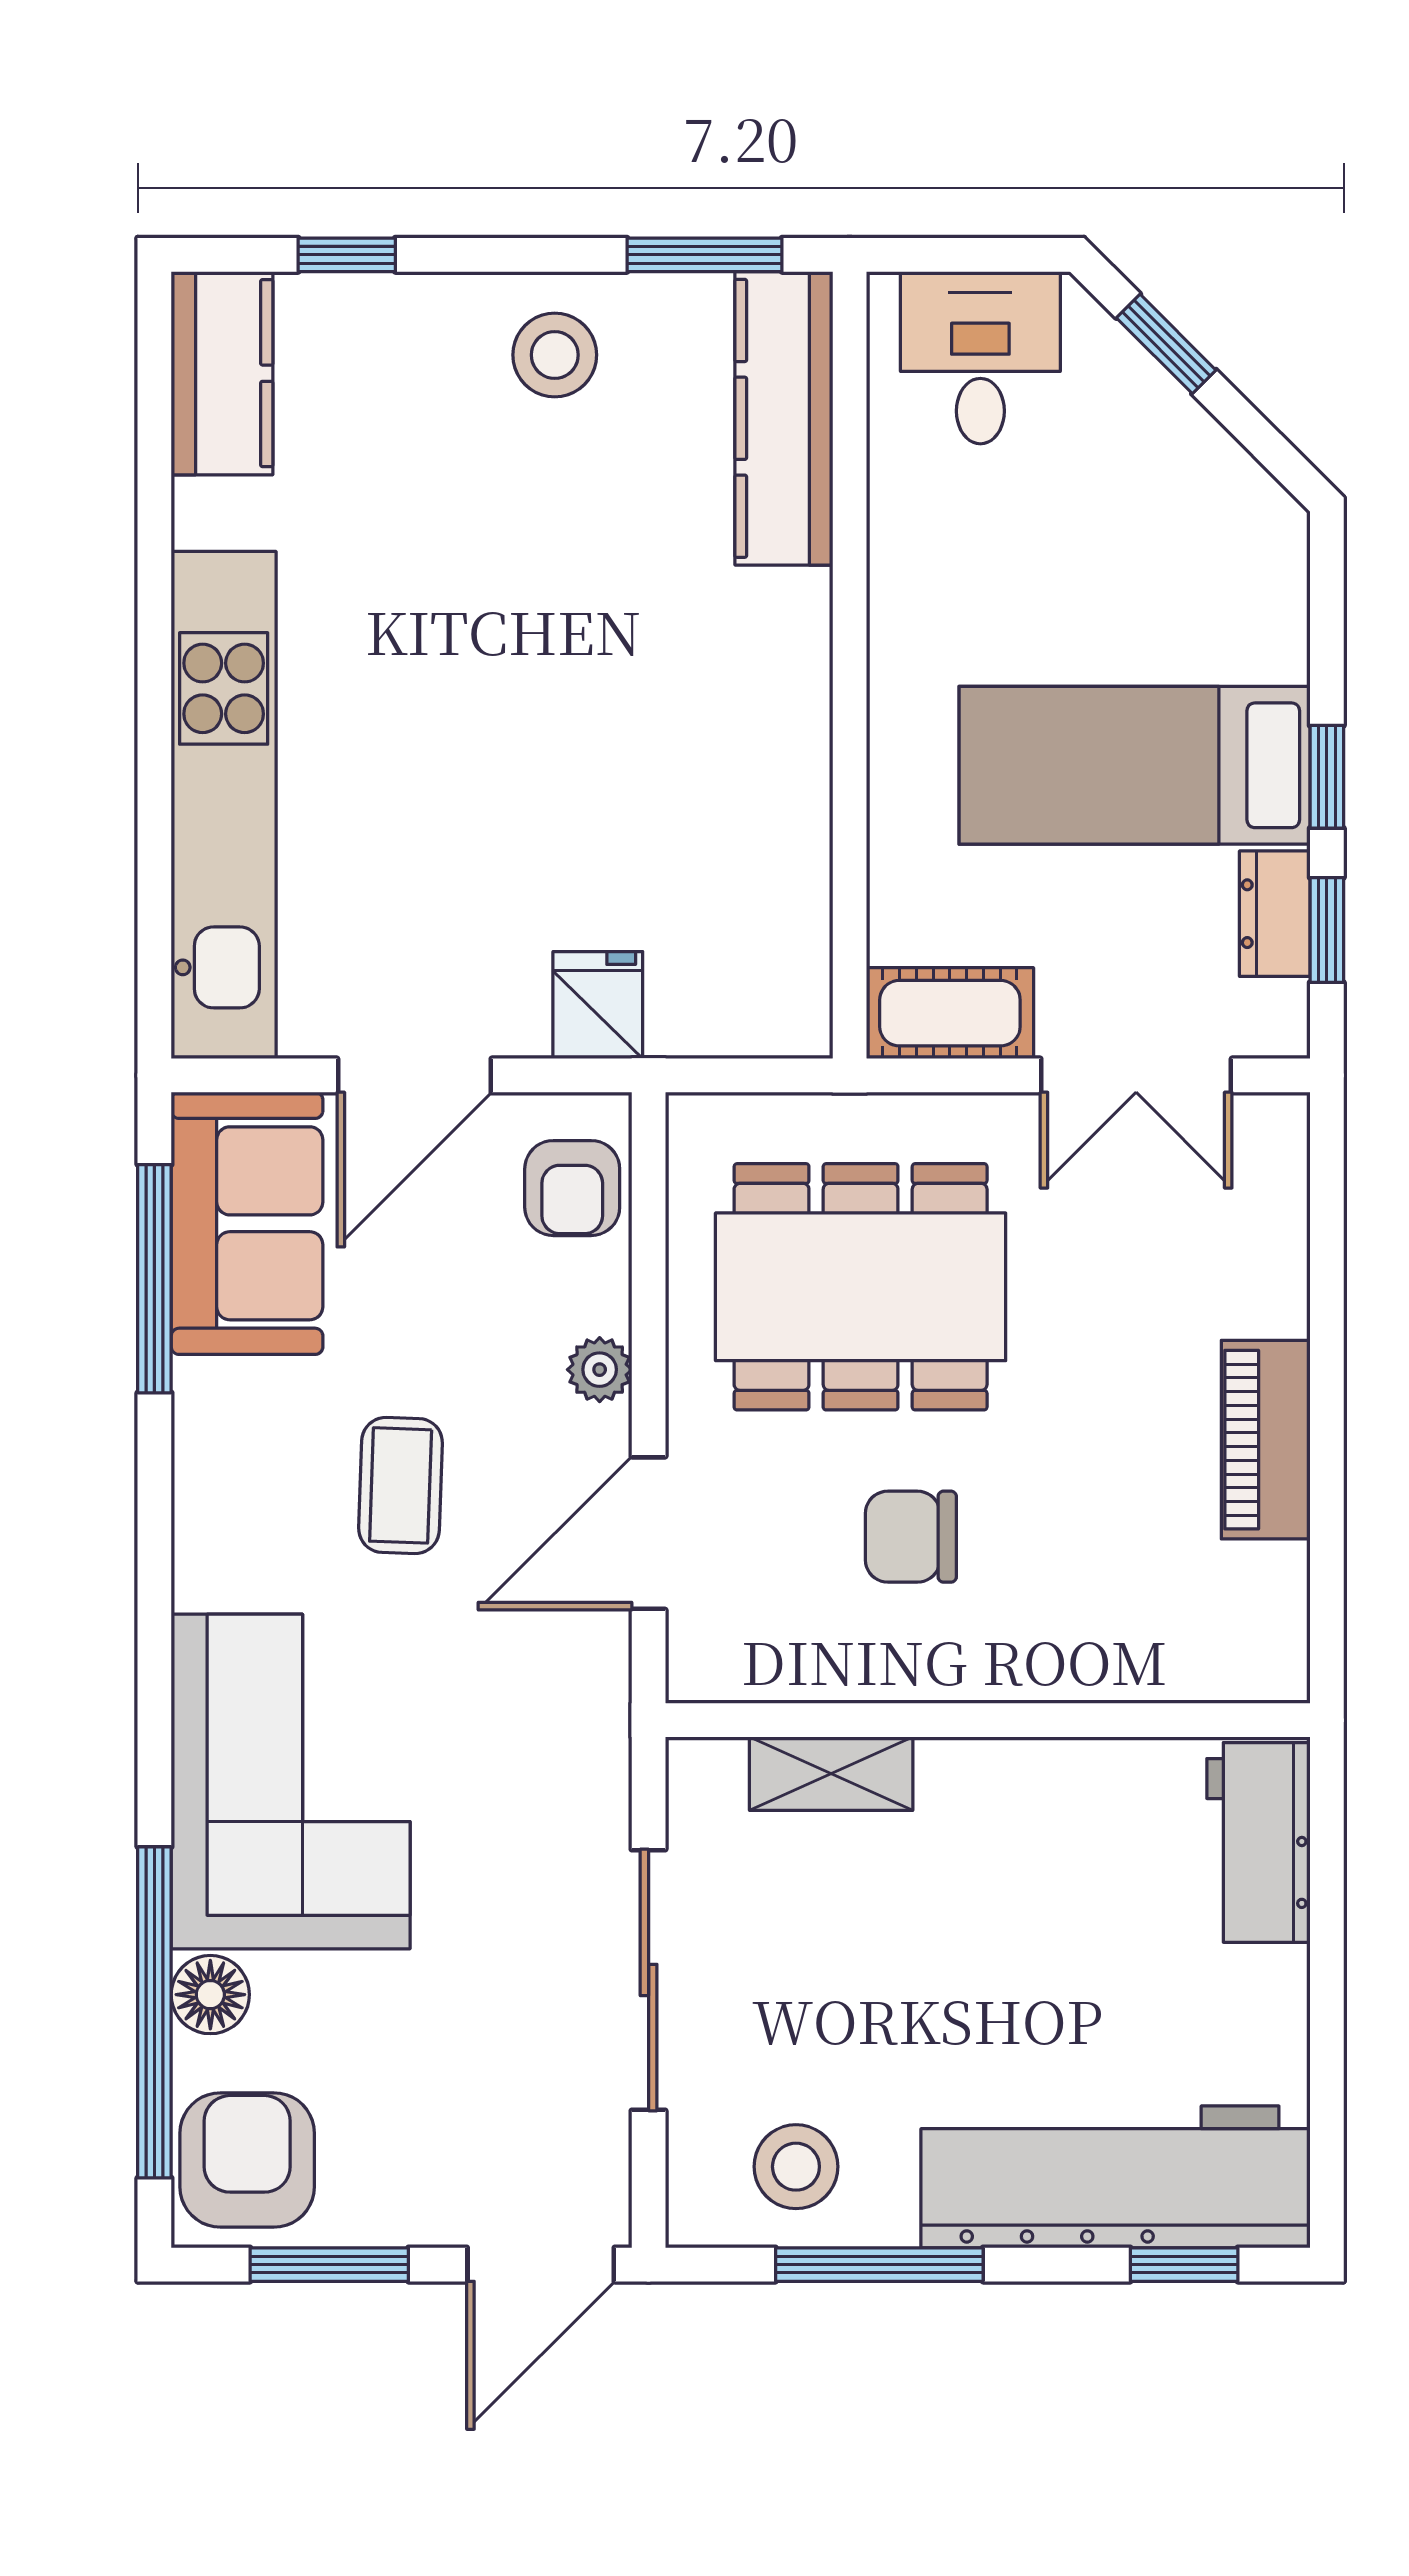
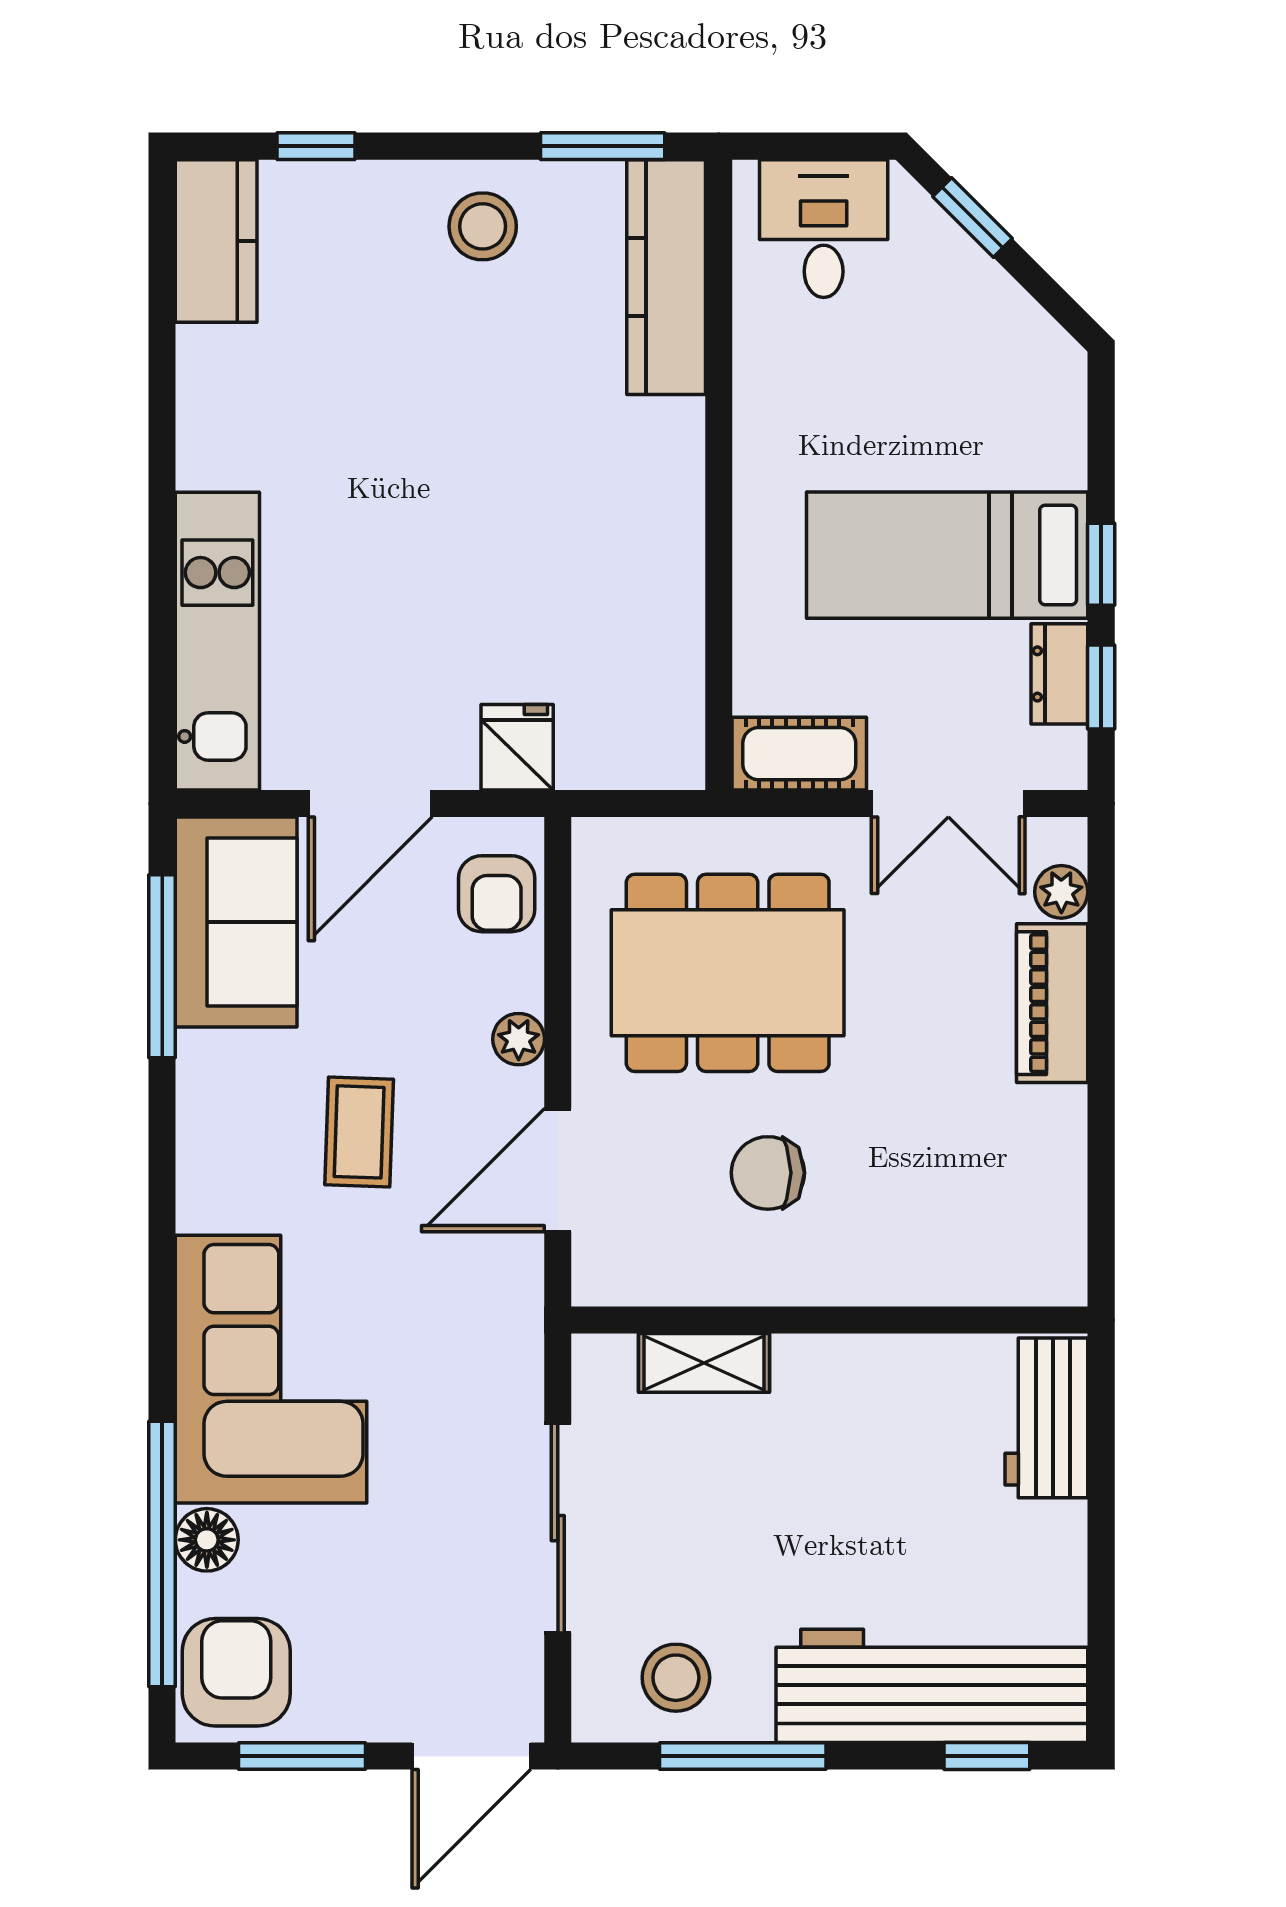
kitchen unit: (224, 805) -> (217, 641), width x0.73
plant: (1277, 1186) -> (1061, 892), added
piano: (1266, 1440) -> (1052, 1003), moved

